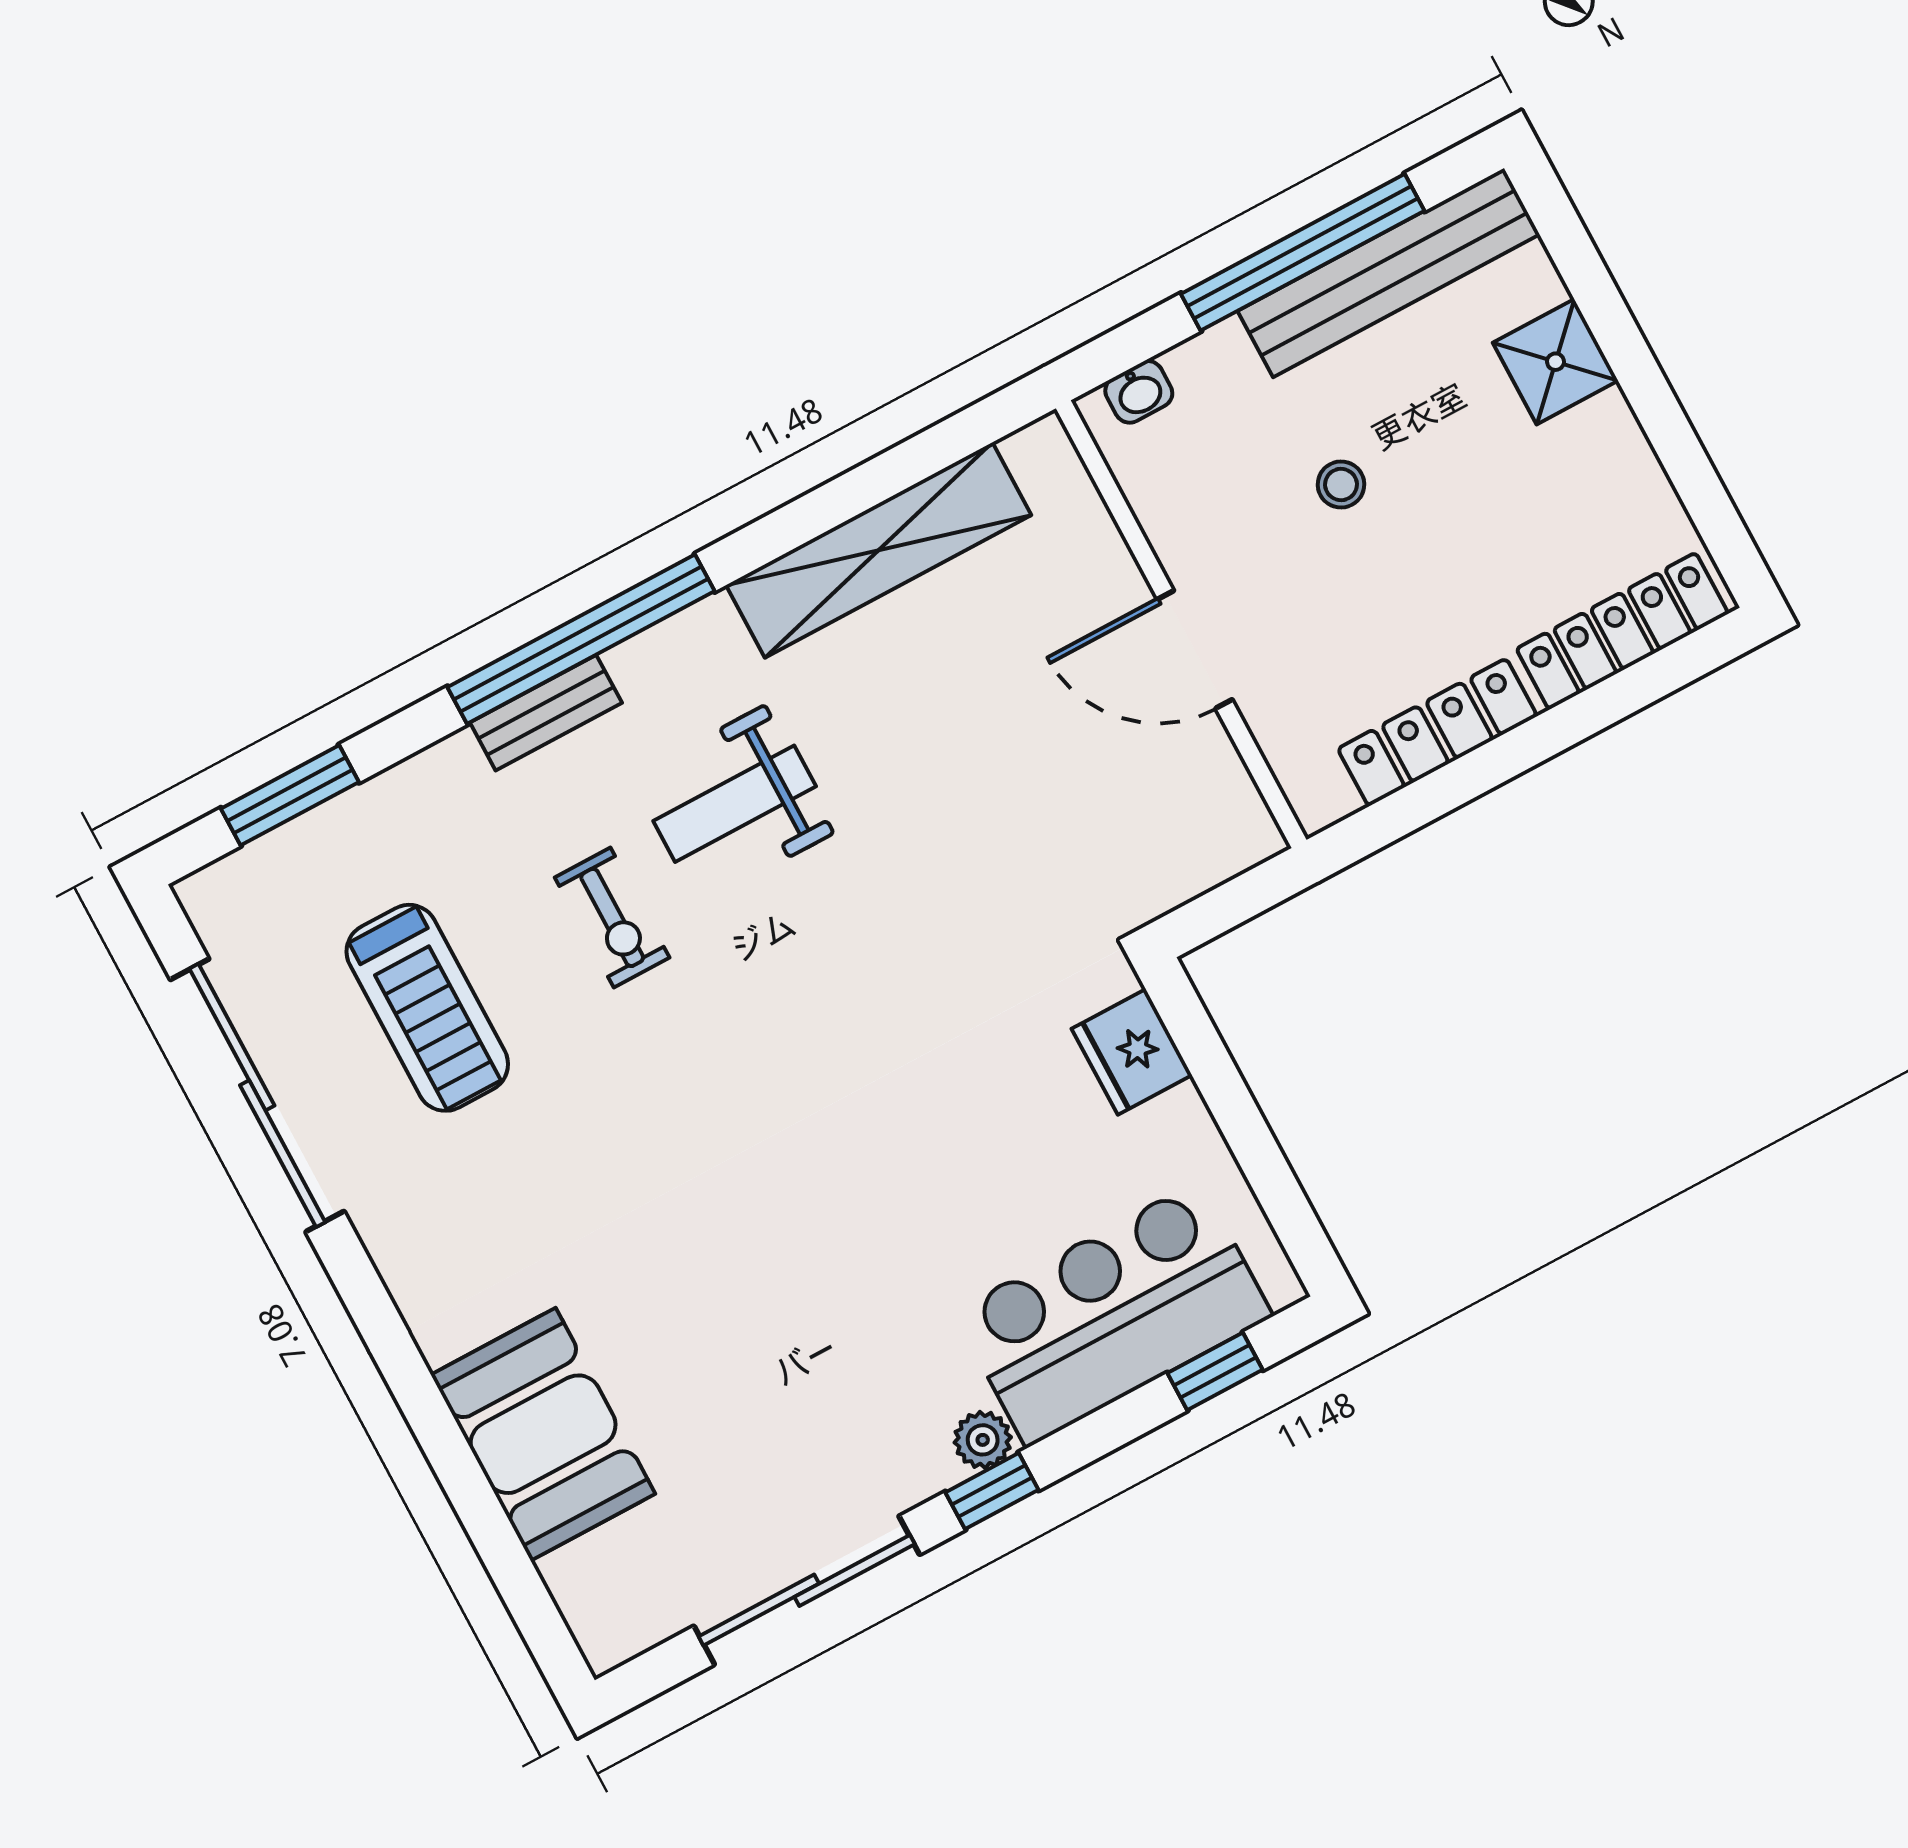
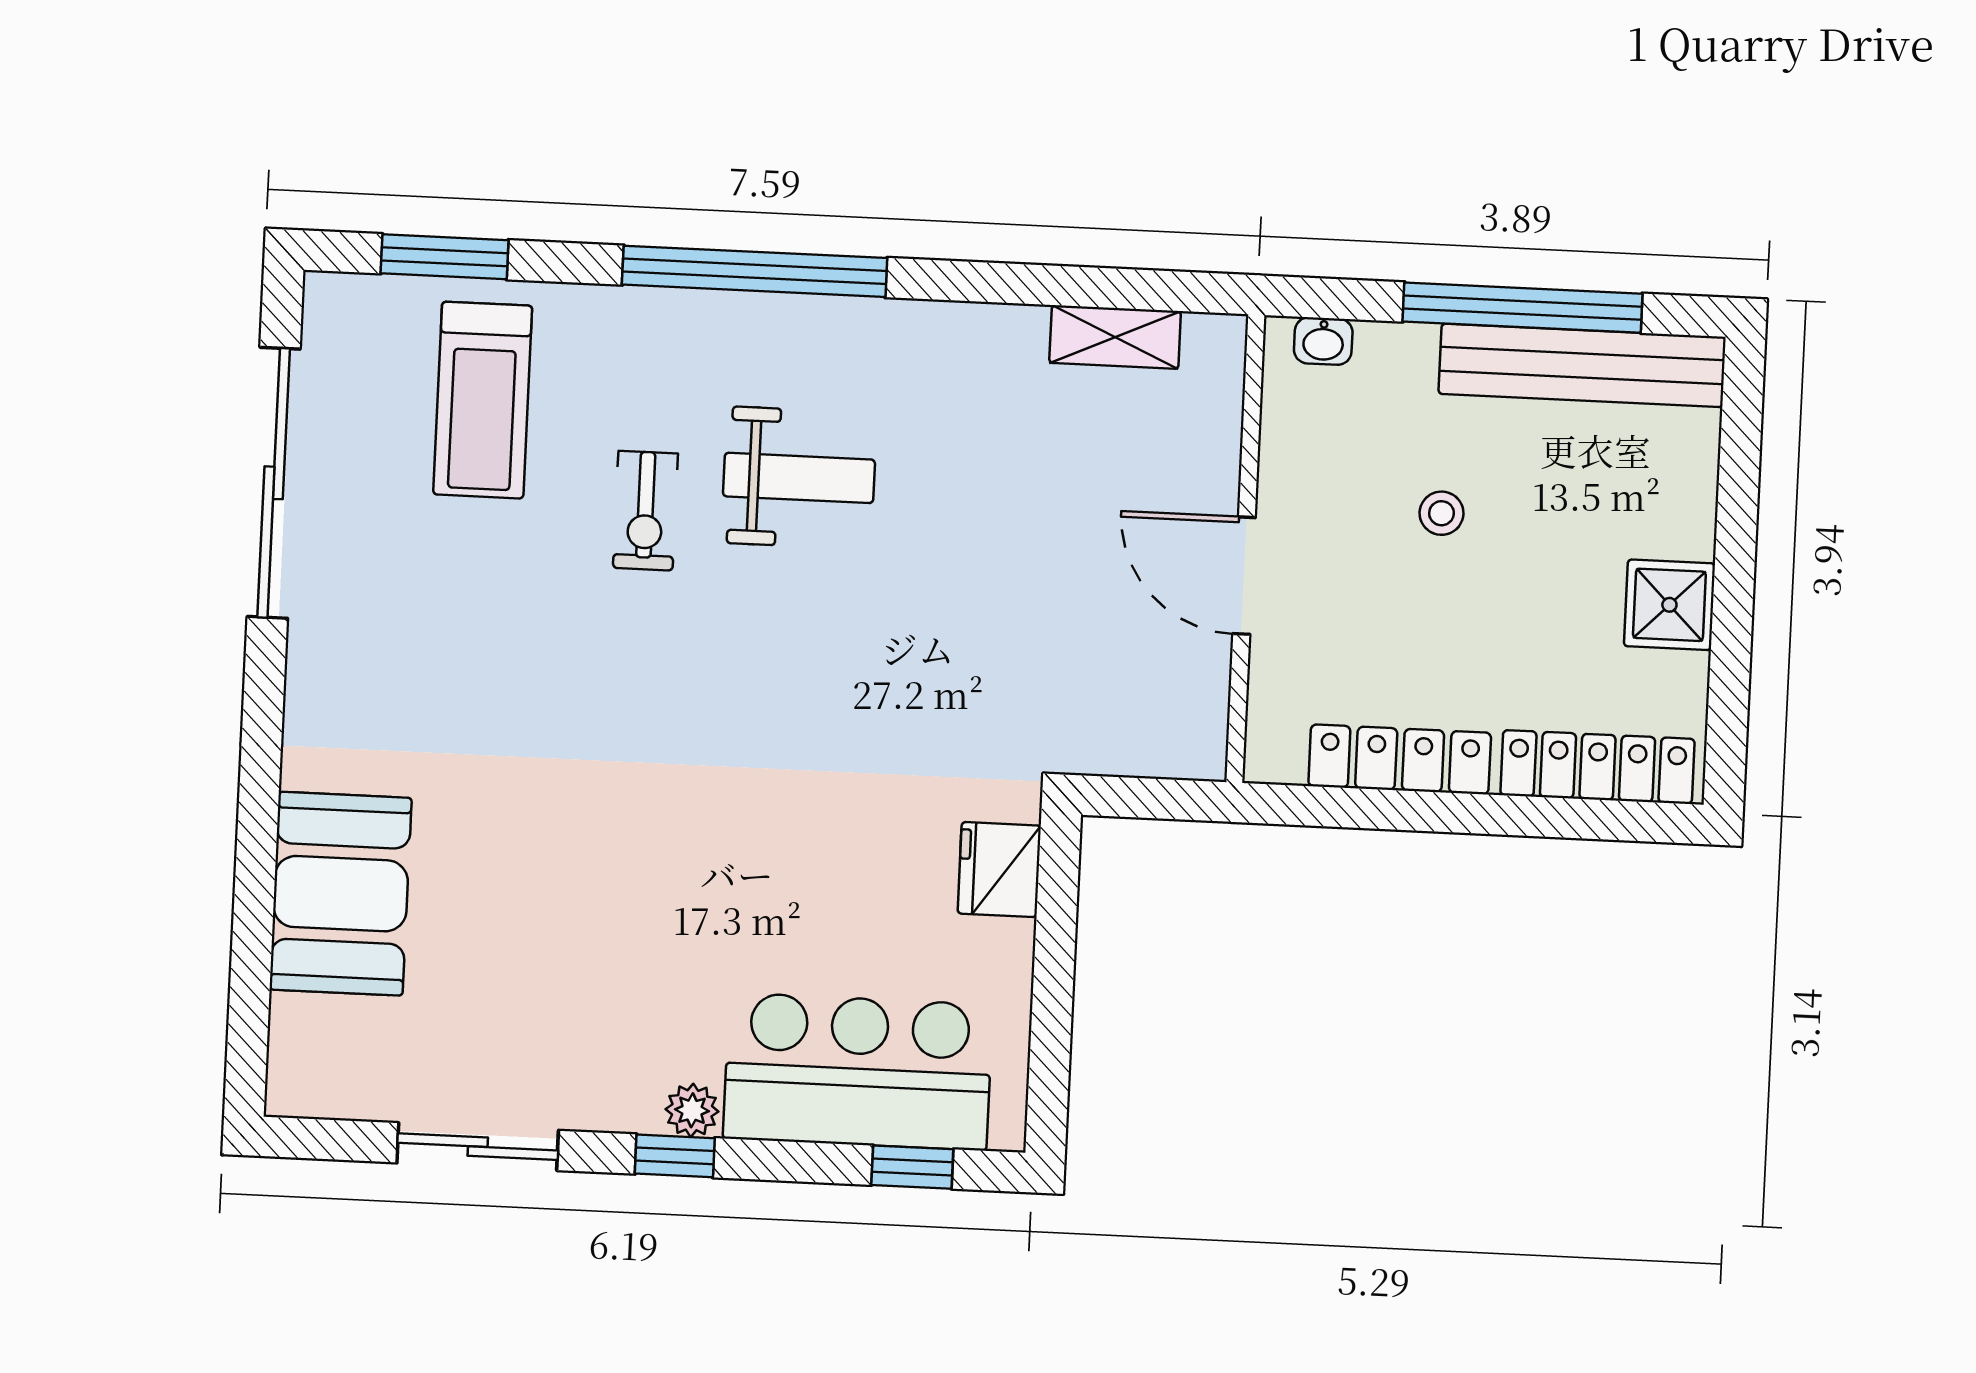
shower: (1555, 362) -> (1669, 605), moved
shelving: (879, 550) -> (1115, 337), width x0.45, depth x0.75
bench: (546, 713) -> (691, 314), removed
weight bench: (735, 804) -> (799, 478), turned 180
treadmill: (427, 1008) -> (483, 400), moved
sliding door: (807, 1590) -> (478, 1147), width x0.73

